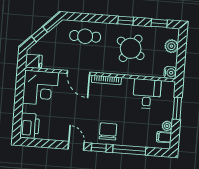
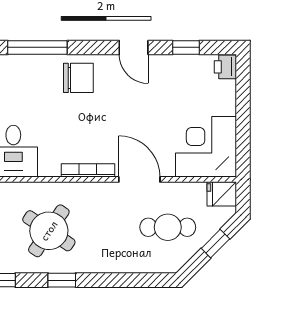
cafe table: (85, 36) -> (168, 227), moved
printer: (30, 126) -> (225, 67), width x0.53, depth x0.68
chair: (108, 131) -> (78, 78), turned -90
window: (99, 148) -> (186, 47), moved

